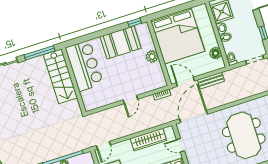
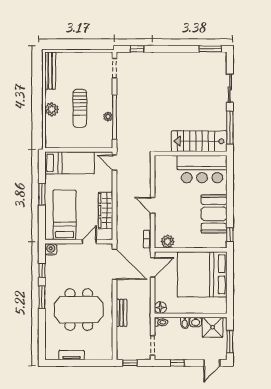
floor lamp: (216, 53) -> (160, 308), moved
plant: (152, 57) -> (168, 242), moved
bench: (211, 81) -> (121, 313), moved

